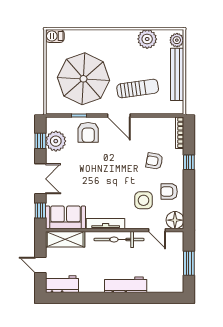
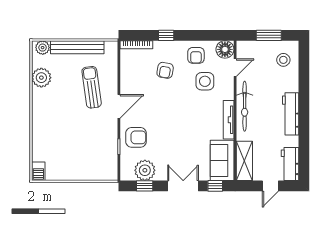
parasol: (83, 79) -> (82, 142), removed
stool: (165, 278) -> (283, 60), added
workbench: (126, 285) -> (291, 114), moved

